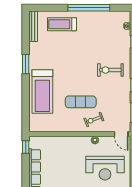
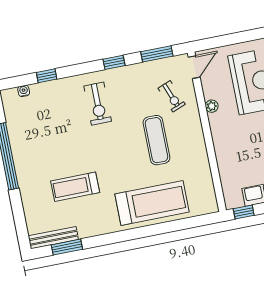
treadmill: (62, 24) -> (75, 187), moved, turned 90
window: (26, 64) -> (67, 247), moved
exercise bike: (94, 120) -> (172, 96), moved

